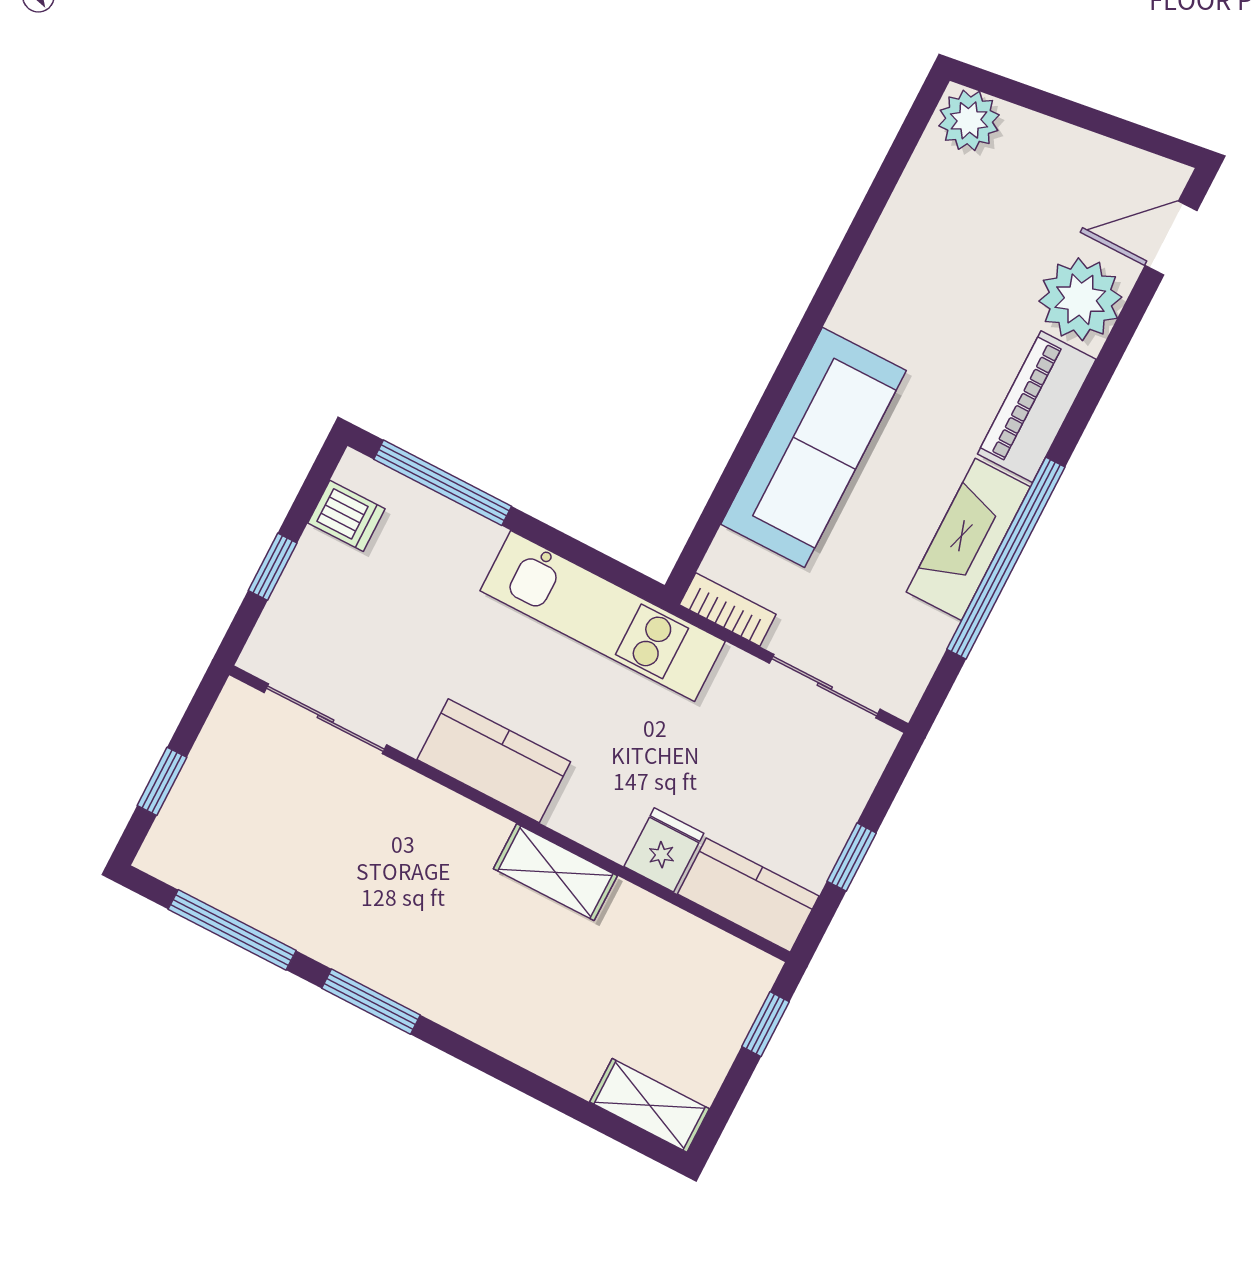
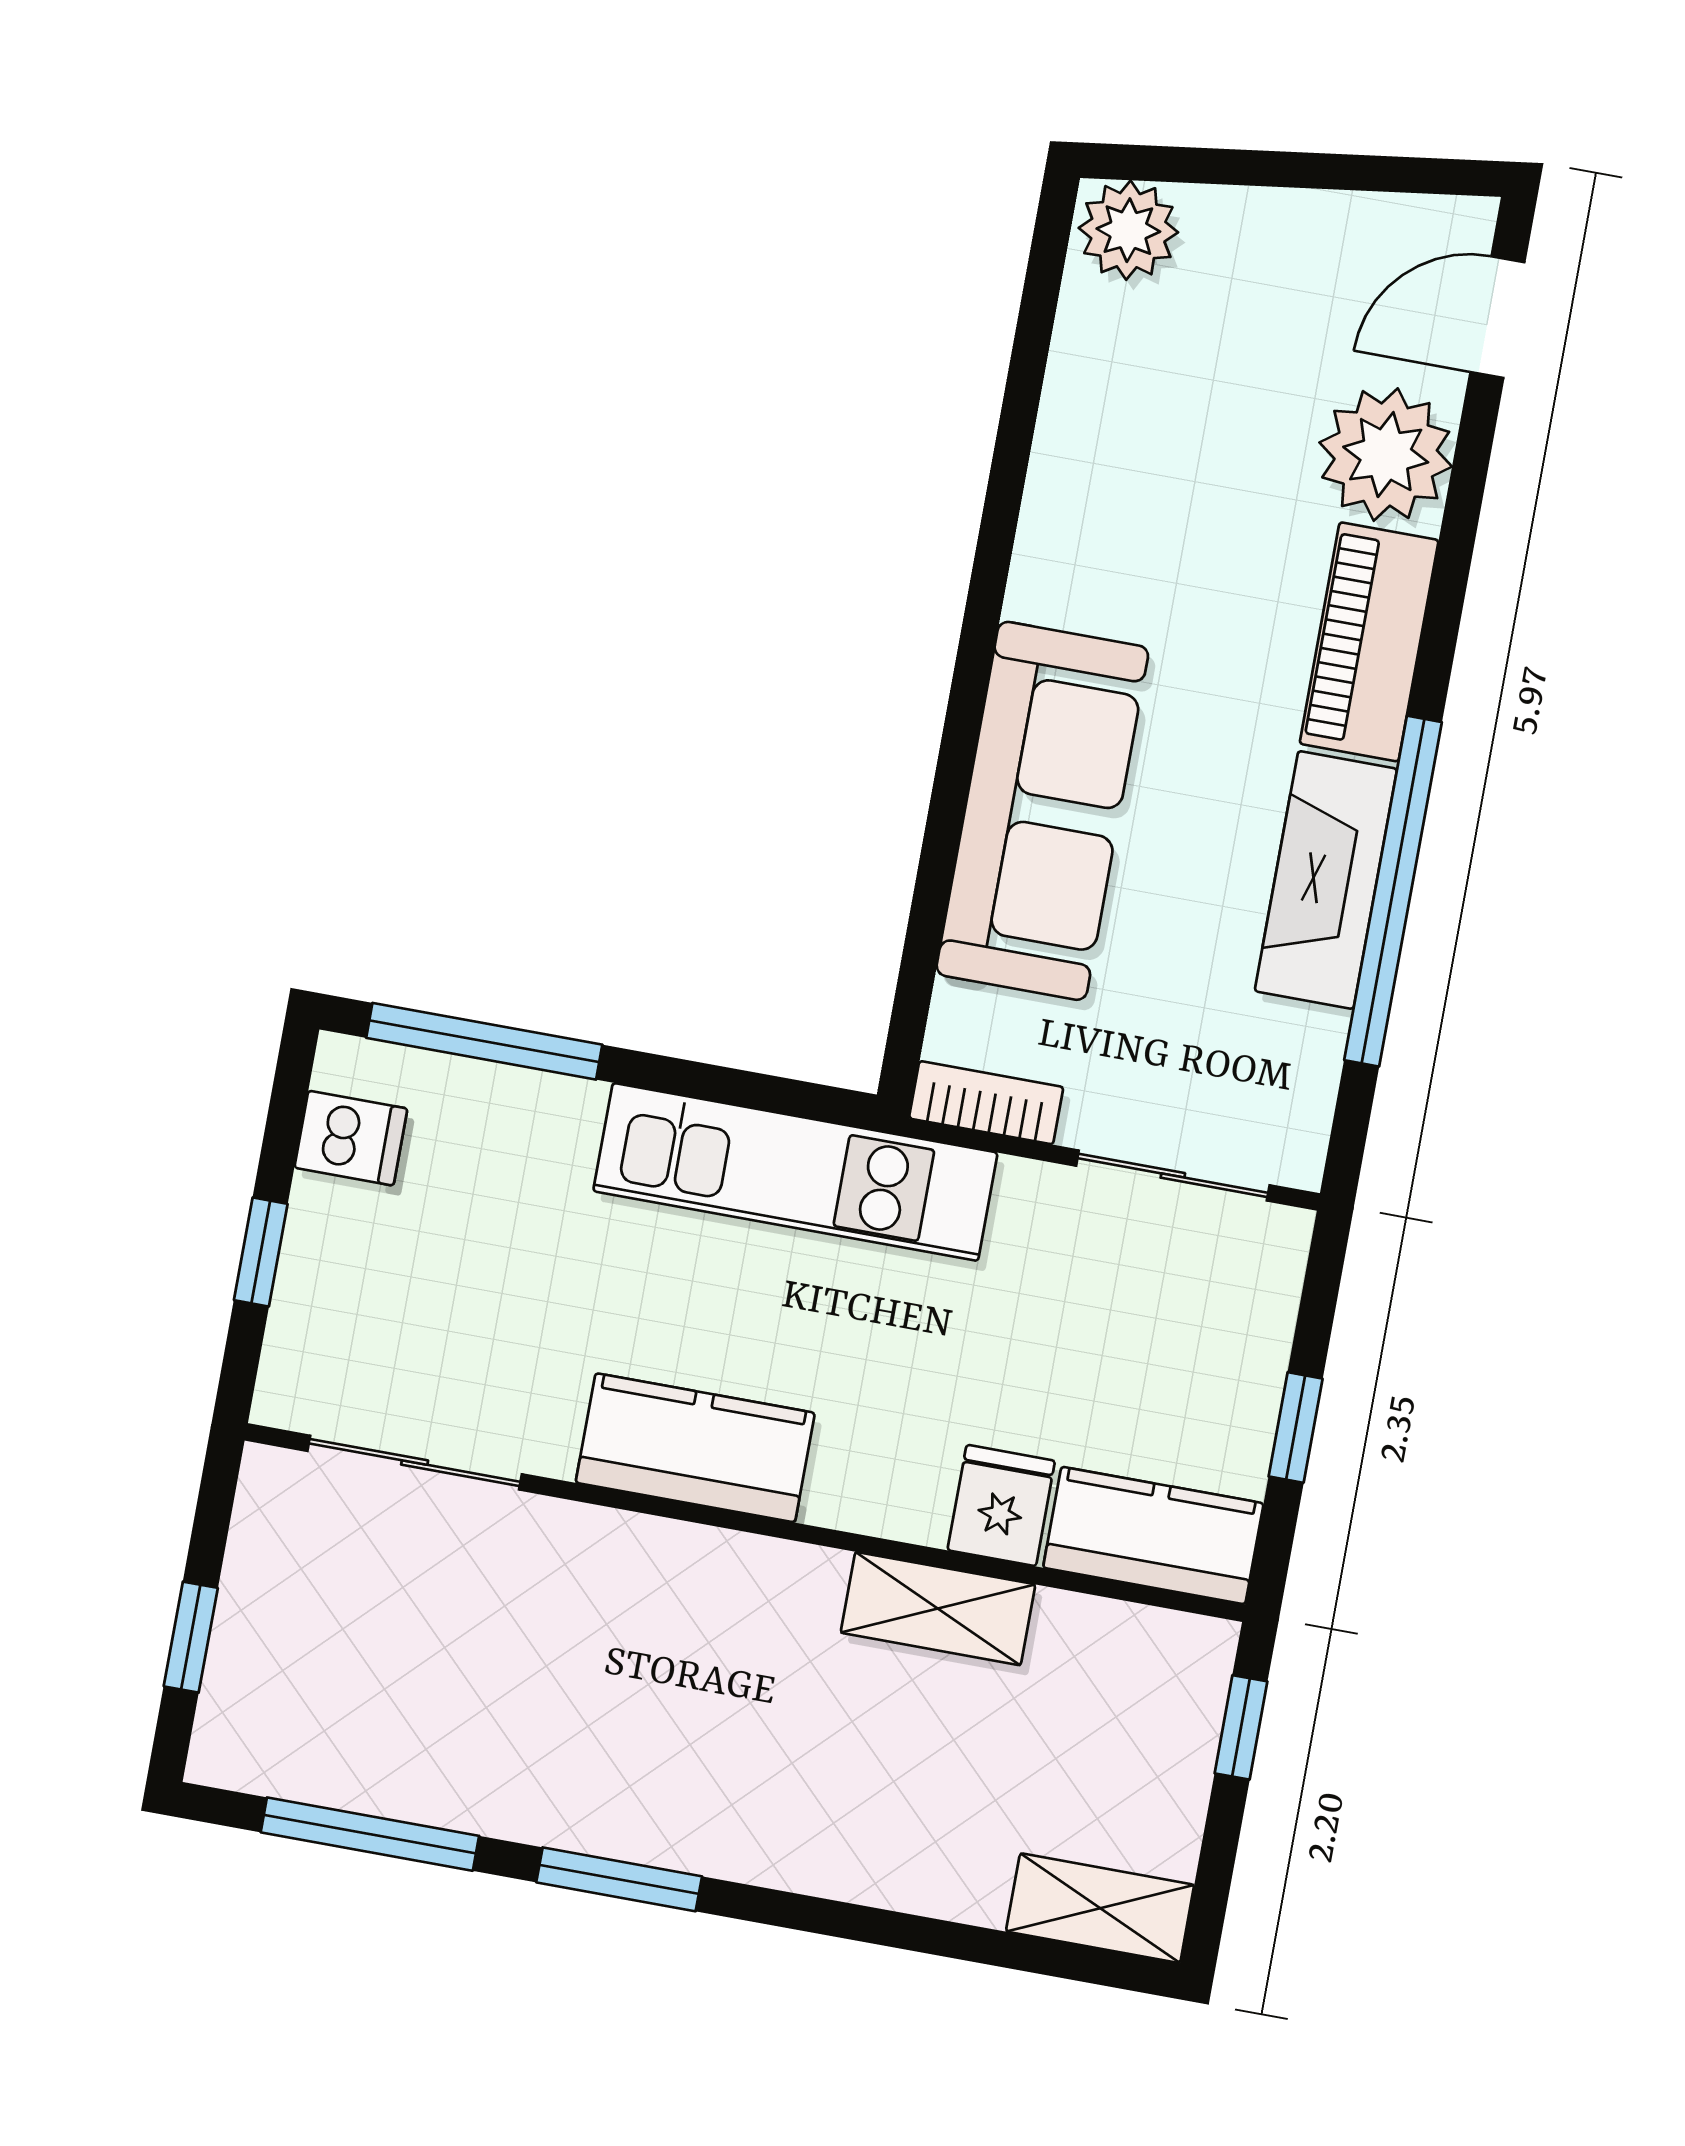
shelving: (555, 872) -> (938, 1609), moved

